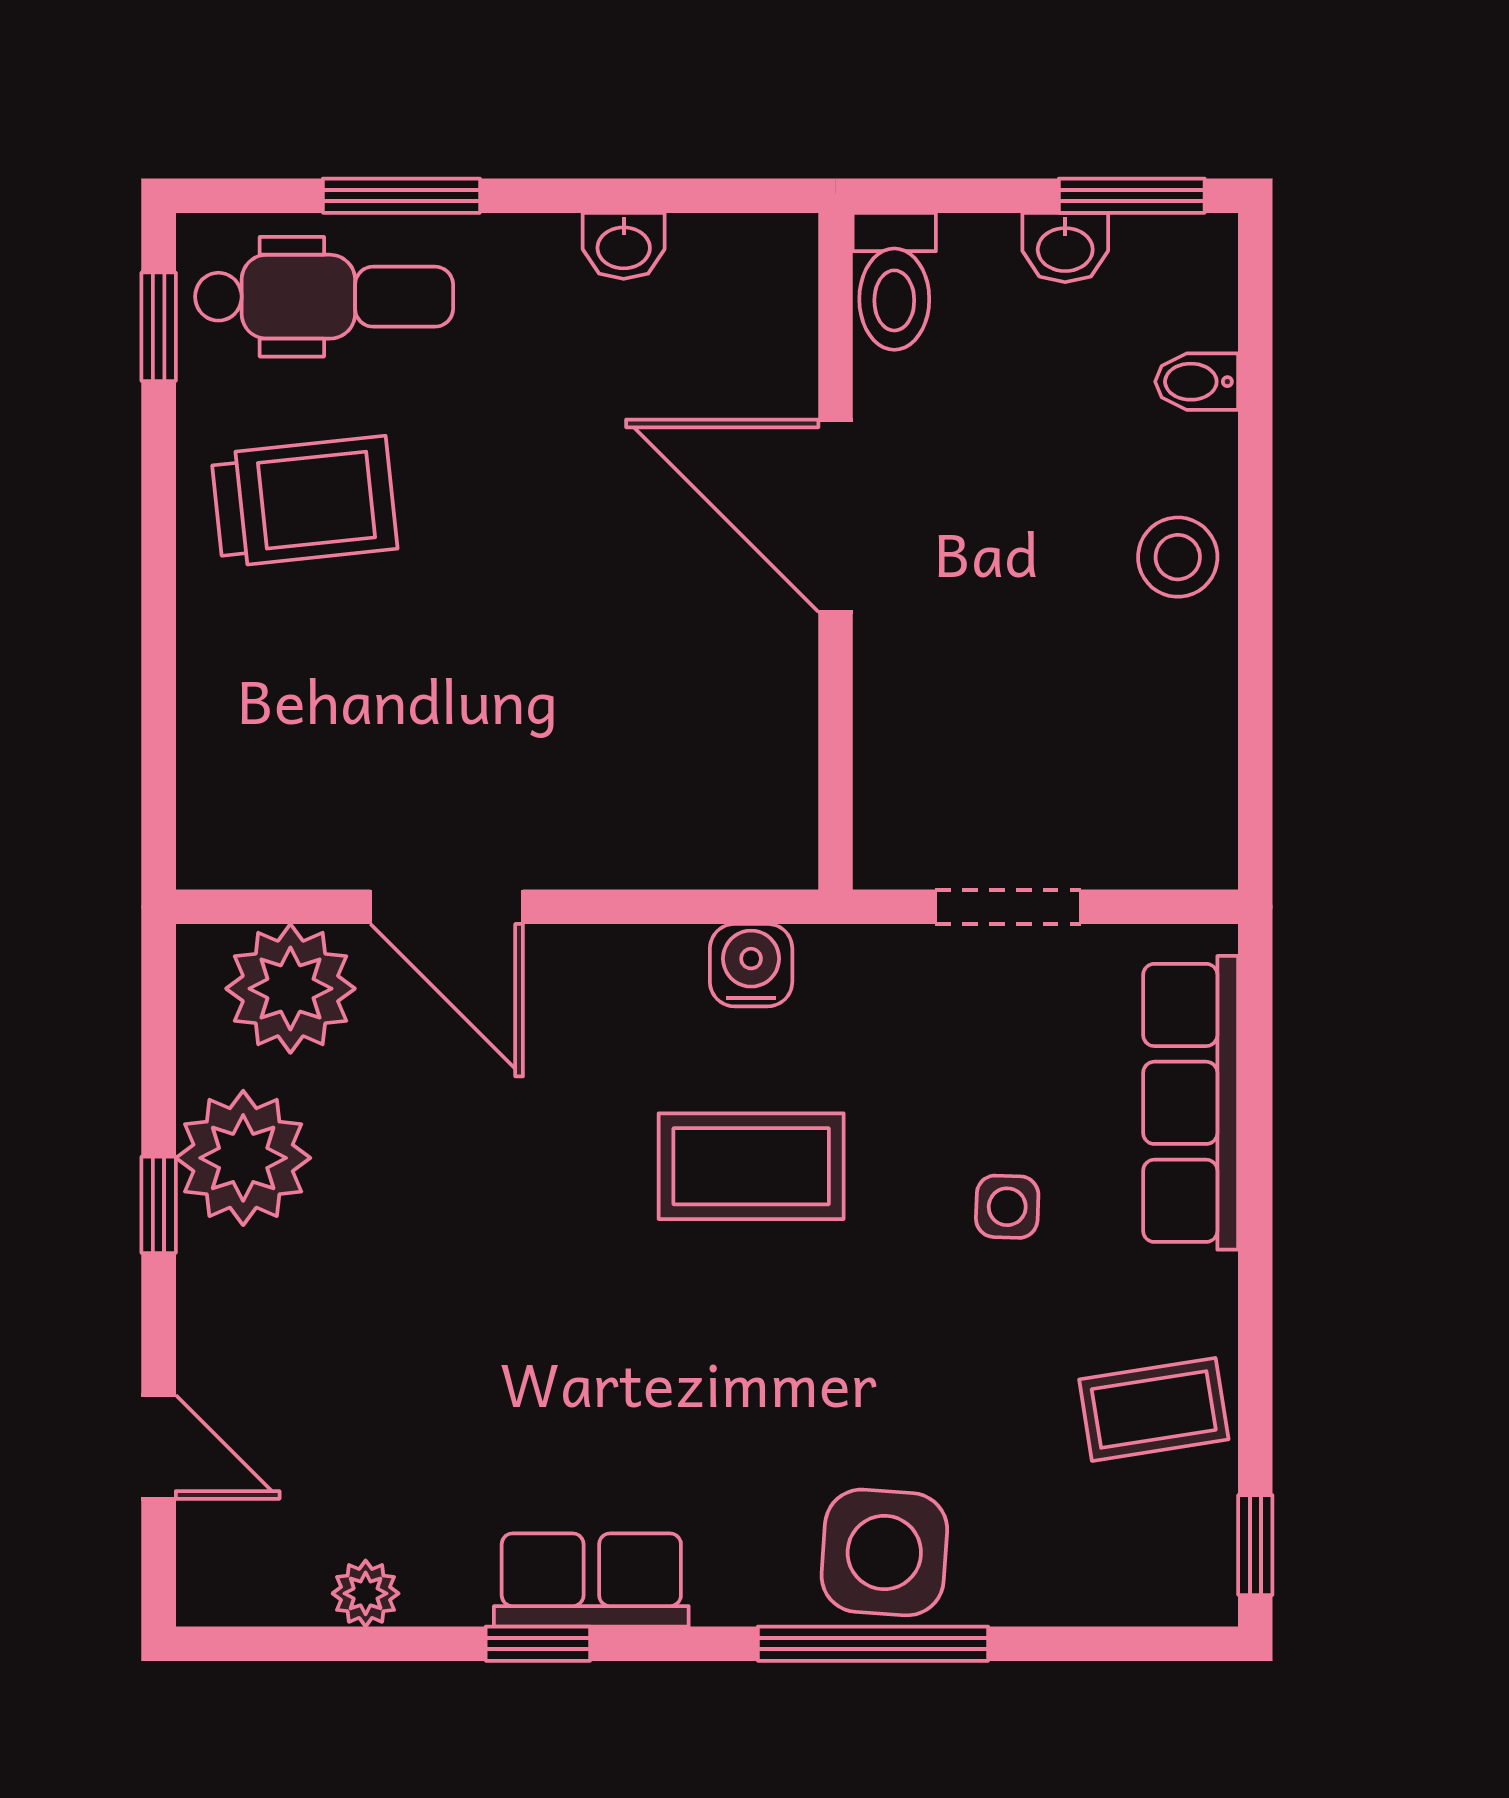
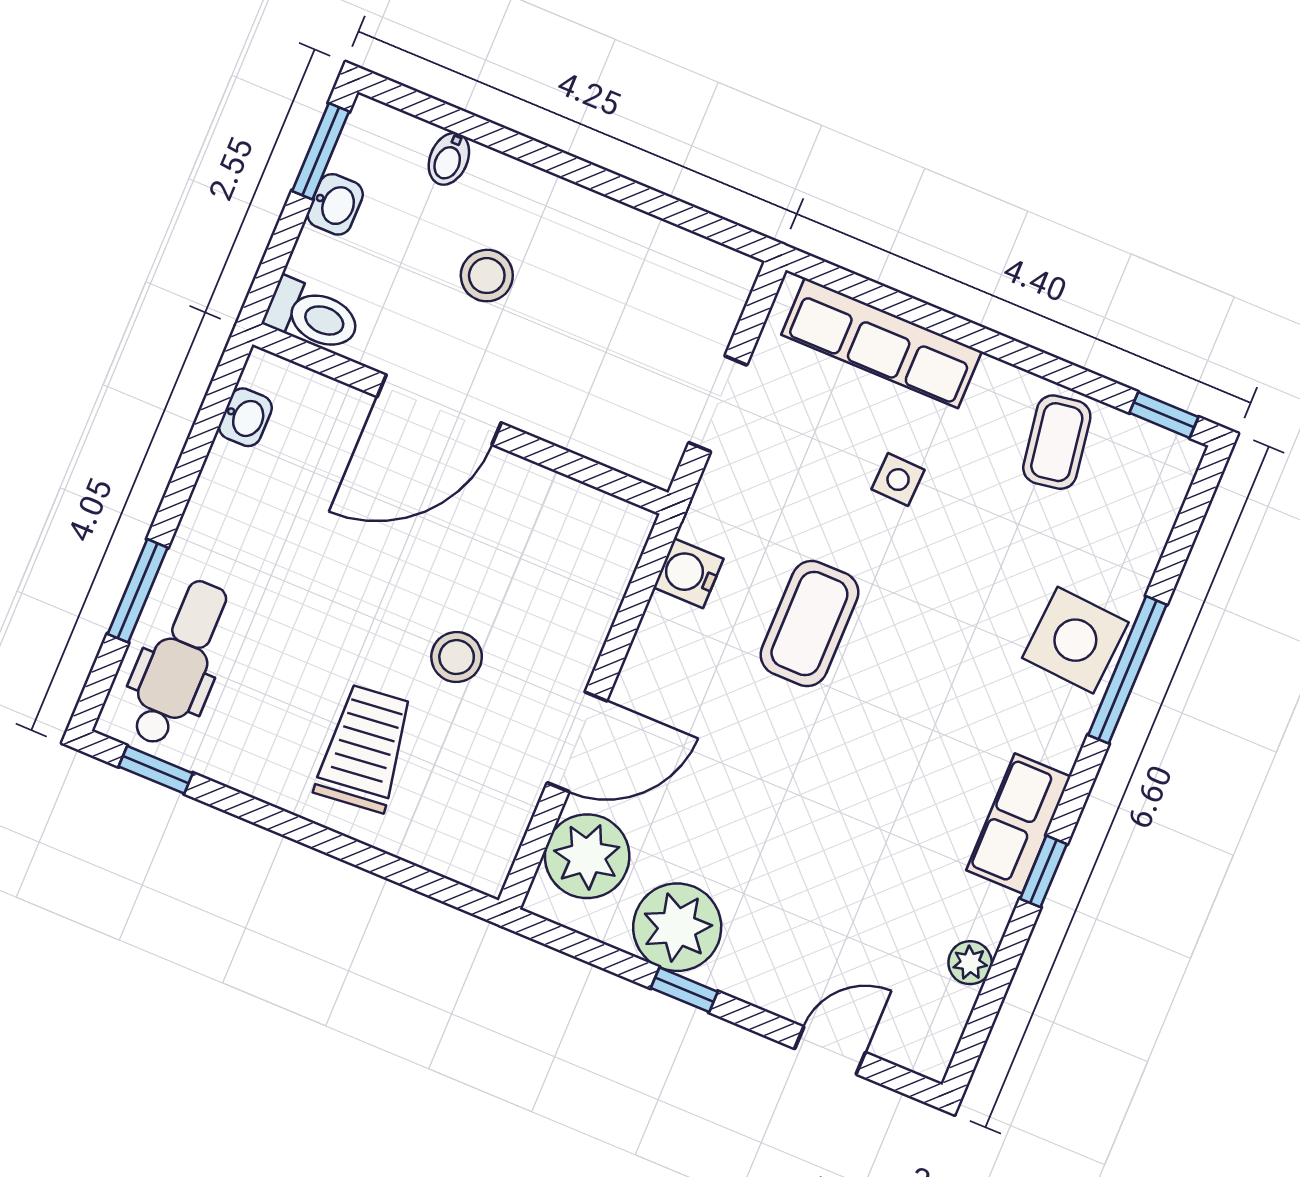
washbasin: (624, 246) -> (245, 417), moved
trolley: (304, 501) -> (365, 748), moved
stool: (1178, 557) -> (487, 276), moved
stool: (496, 686) -> (457, 657), added

